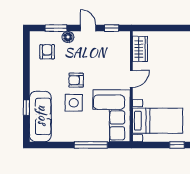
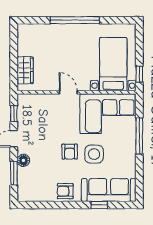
wardrobe: (140, 49) -> (25, 70), moved, turned 90
armchair: (47, 52) -> (65, 191), moved
window: (177, 145) -> (139, 74), moved

